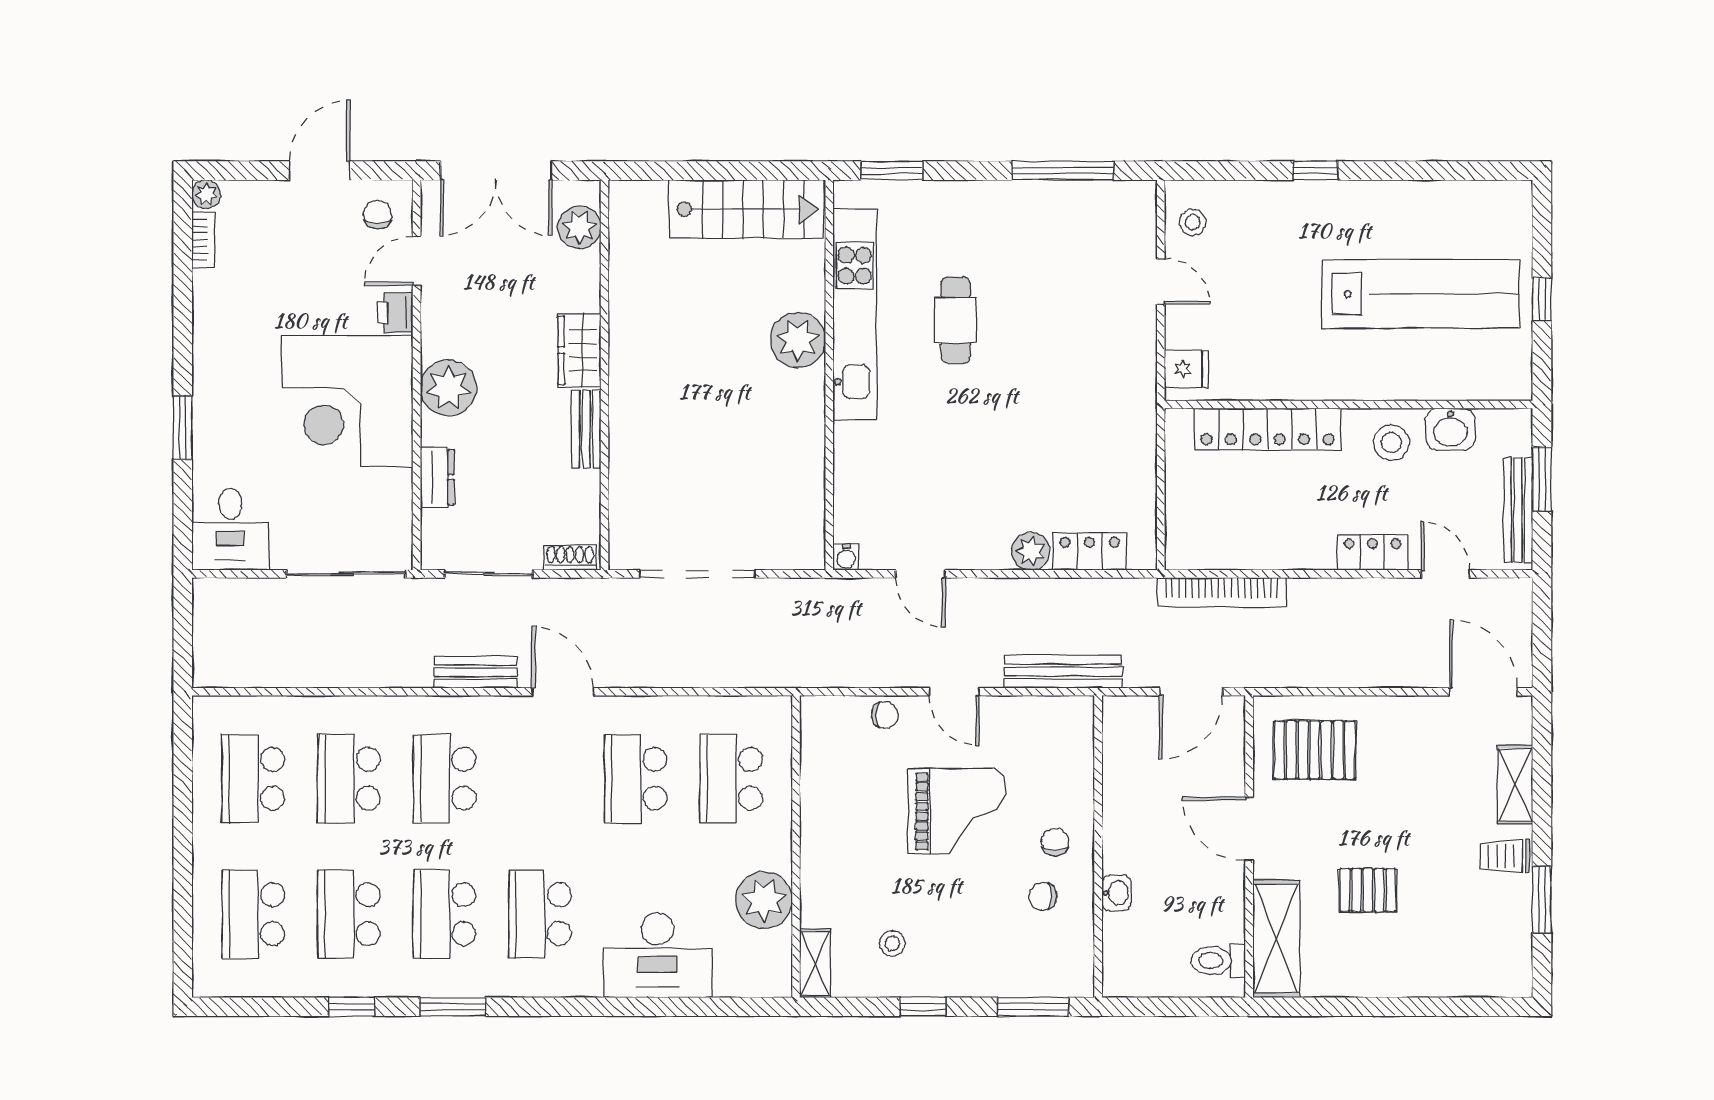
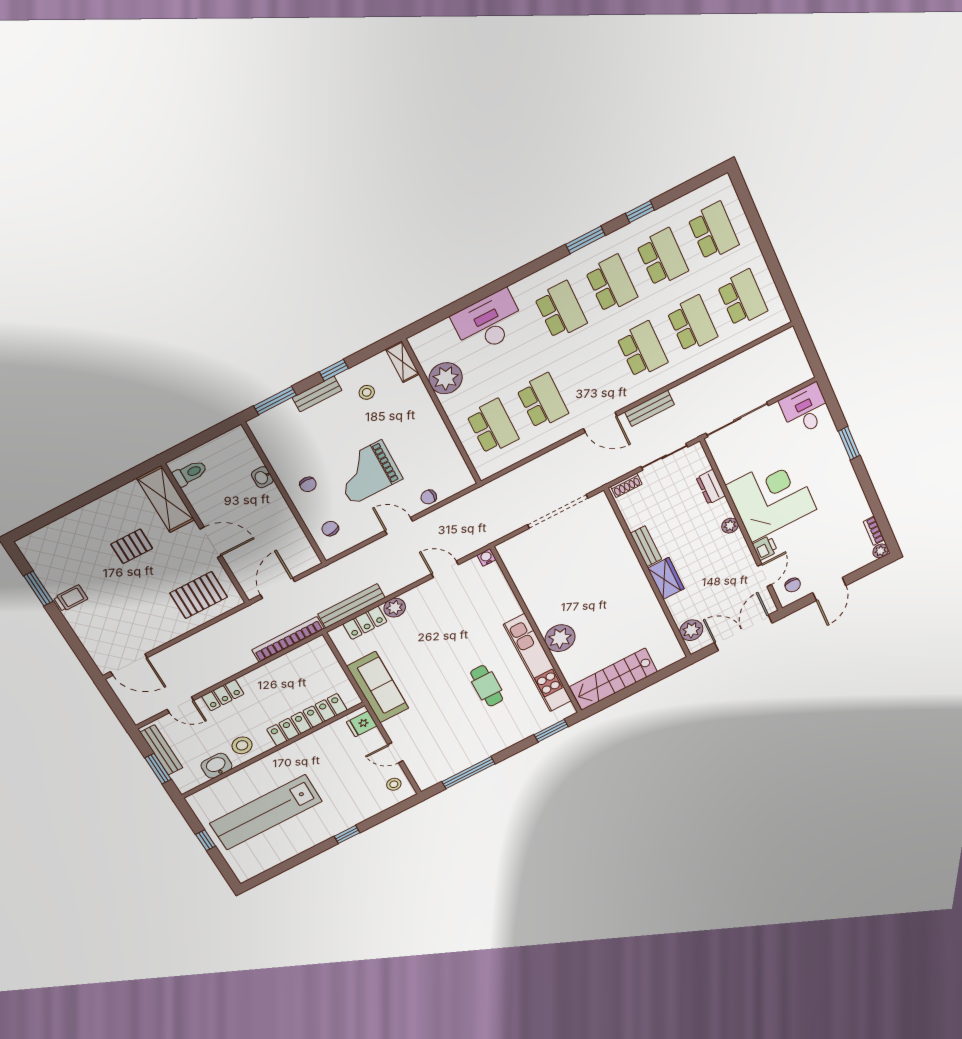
plant: (448, 388) -> (730, 526), width x0.53, depth x0.53
sofa: (1128, 422) -> (378, 687), added
bench: (1063, 672) -> (351, 606), moved
shelving: (1515, 785) -> (86, 633), removed
chair: (1043, 896) -> (330, 529), moved, turned -103
bench: (967, 982) -> (317, 394), added

